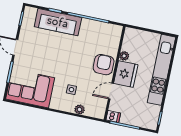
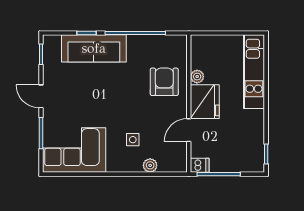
armchair: (104, 65) -> (164, 82), moved
kitchen unit: (161, 70) -> (254, 72), width x0.73

